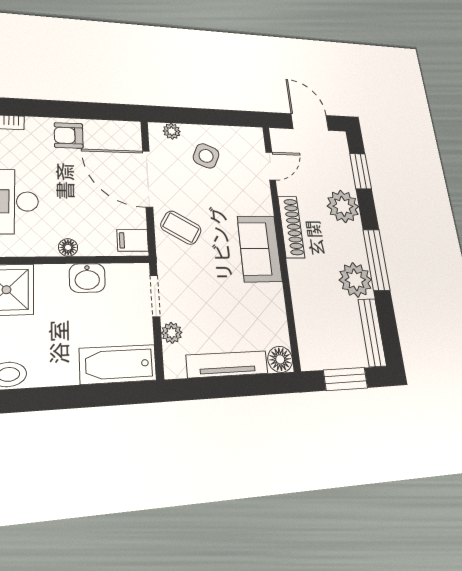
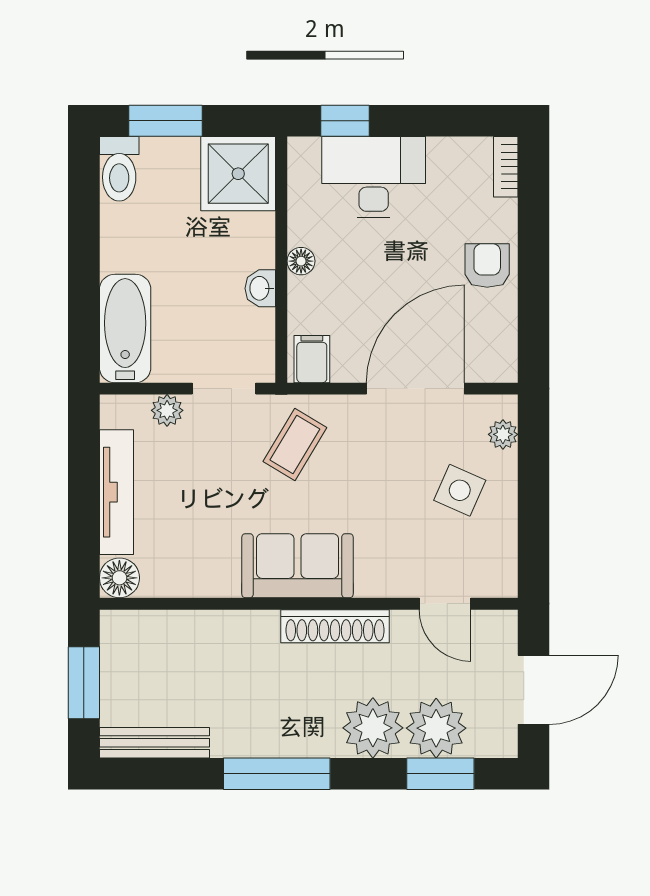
coffee table: (181, 228) -> (295, 444), moved
washbasin: (87, 278) -> (260, 288), width x0.72, depth x0.69
plant: (355, 280) -> (436, 728), moved

